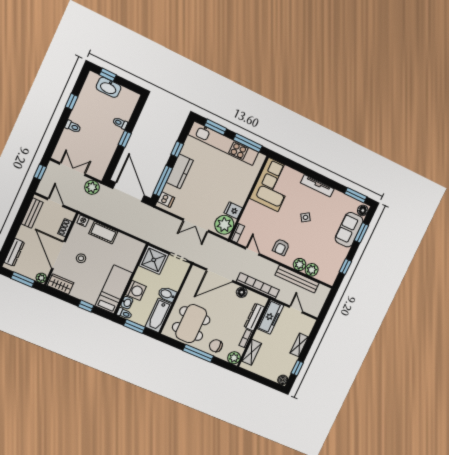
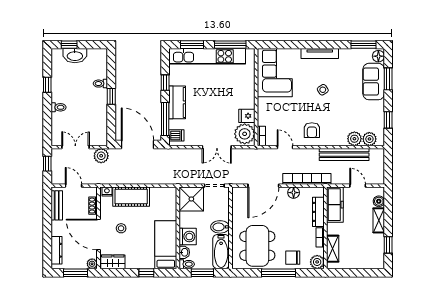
cot: (103, 233) -> (131, 197), width x1.37, depth x1.34
plant: (300, 265) -> (369, 139), moved
boiler: (283, 380) -> (379, 201), moved

